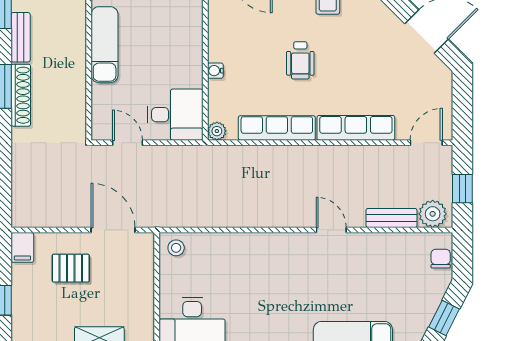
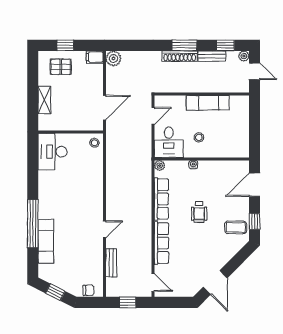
wheelchair: (300, 60) -> (199, 212), turned -90
stool: (167, 61) -> (199, 137), added
plant: (433, 214) -> (113, 58), moved
pallet: (71, 268) -> (61, 67), moved, turned 90

